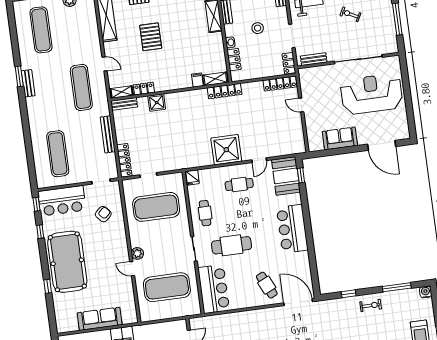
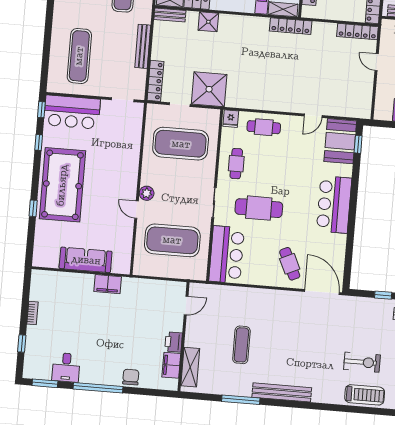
shower: (226, 150) -> (209, 89), moved
cafe table: (239, 184) -> (264, 127), moved
armchair: (103, 214) -> (117, 138), removed

